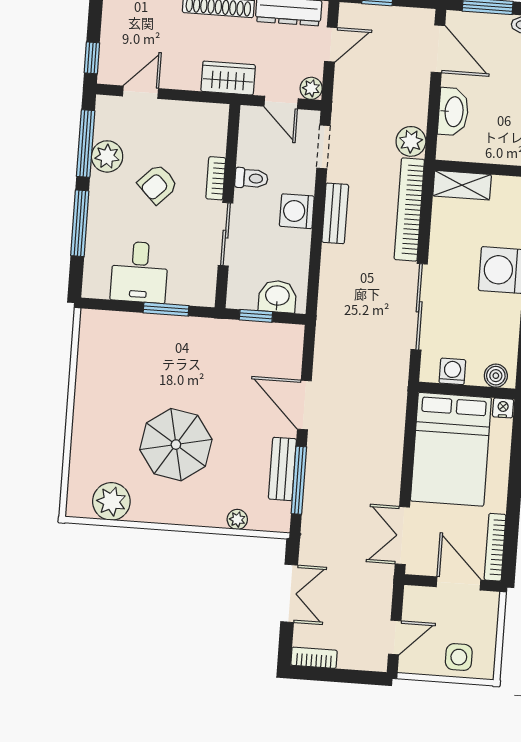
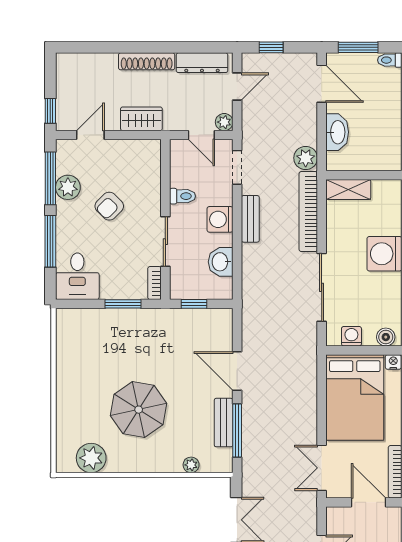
wardrobe: (228, 78) -> (141, 119), moved
bookcase: (216, 178) -> (155, 283), moved
desk: (139, 272) -> (77, 276), moved
washbasin: (277, 296) -> (221, 262), moved, turned -90

